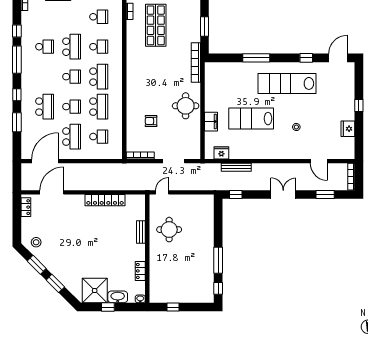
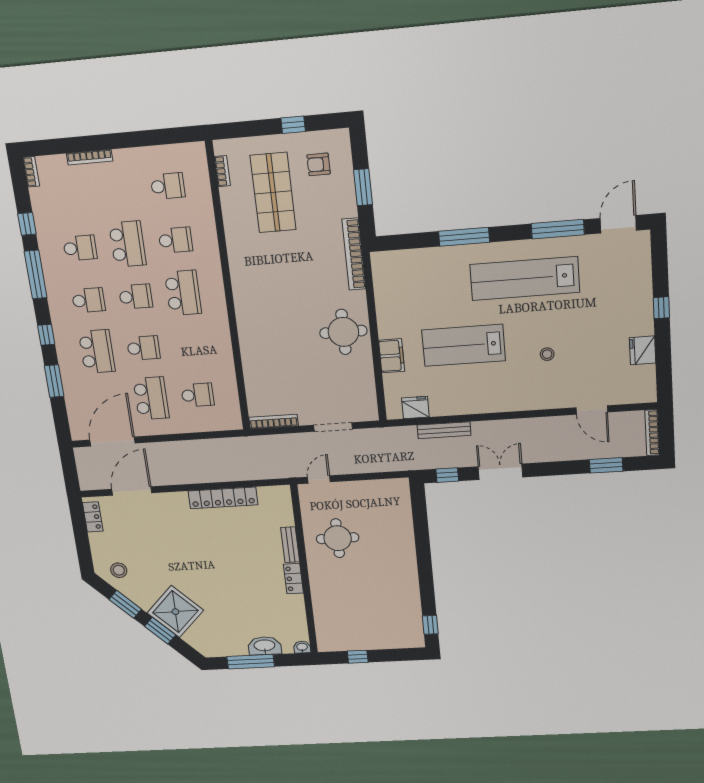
window: (306, 58) -> (558, 229), width x2.17
school desk: (99, 107) -> (89, 300), moved, width x0.54
armchair: (151, 121) -> (319, 164), moved
double door: (283, 194) -> (500, 472), moved
window: (218, 260) -> (426, 582), removed
locker: (140, 271) -> (293, 579), moved
shower: (95, 291) -> (175, 612), moved, turned 45
window: (108, 307) -> (251, 662), width x2.17

